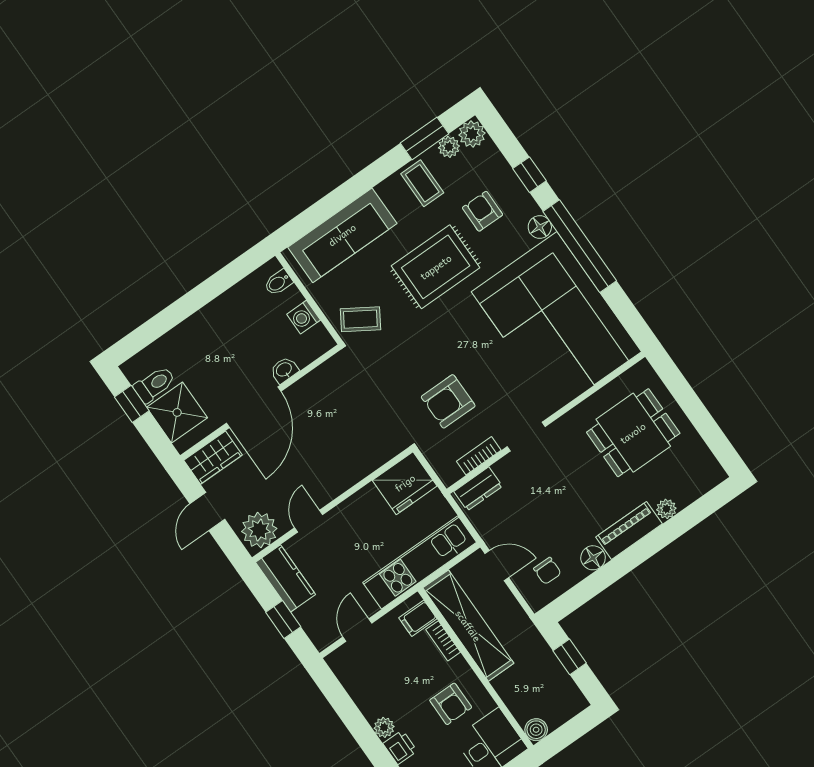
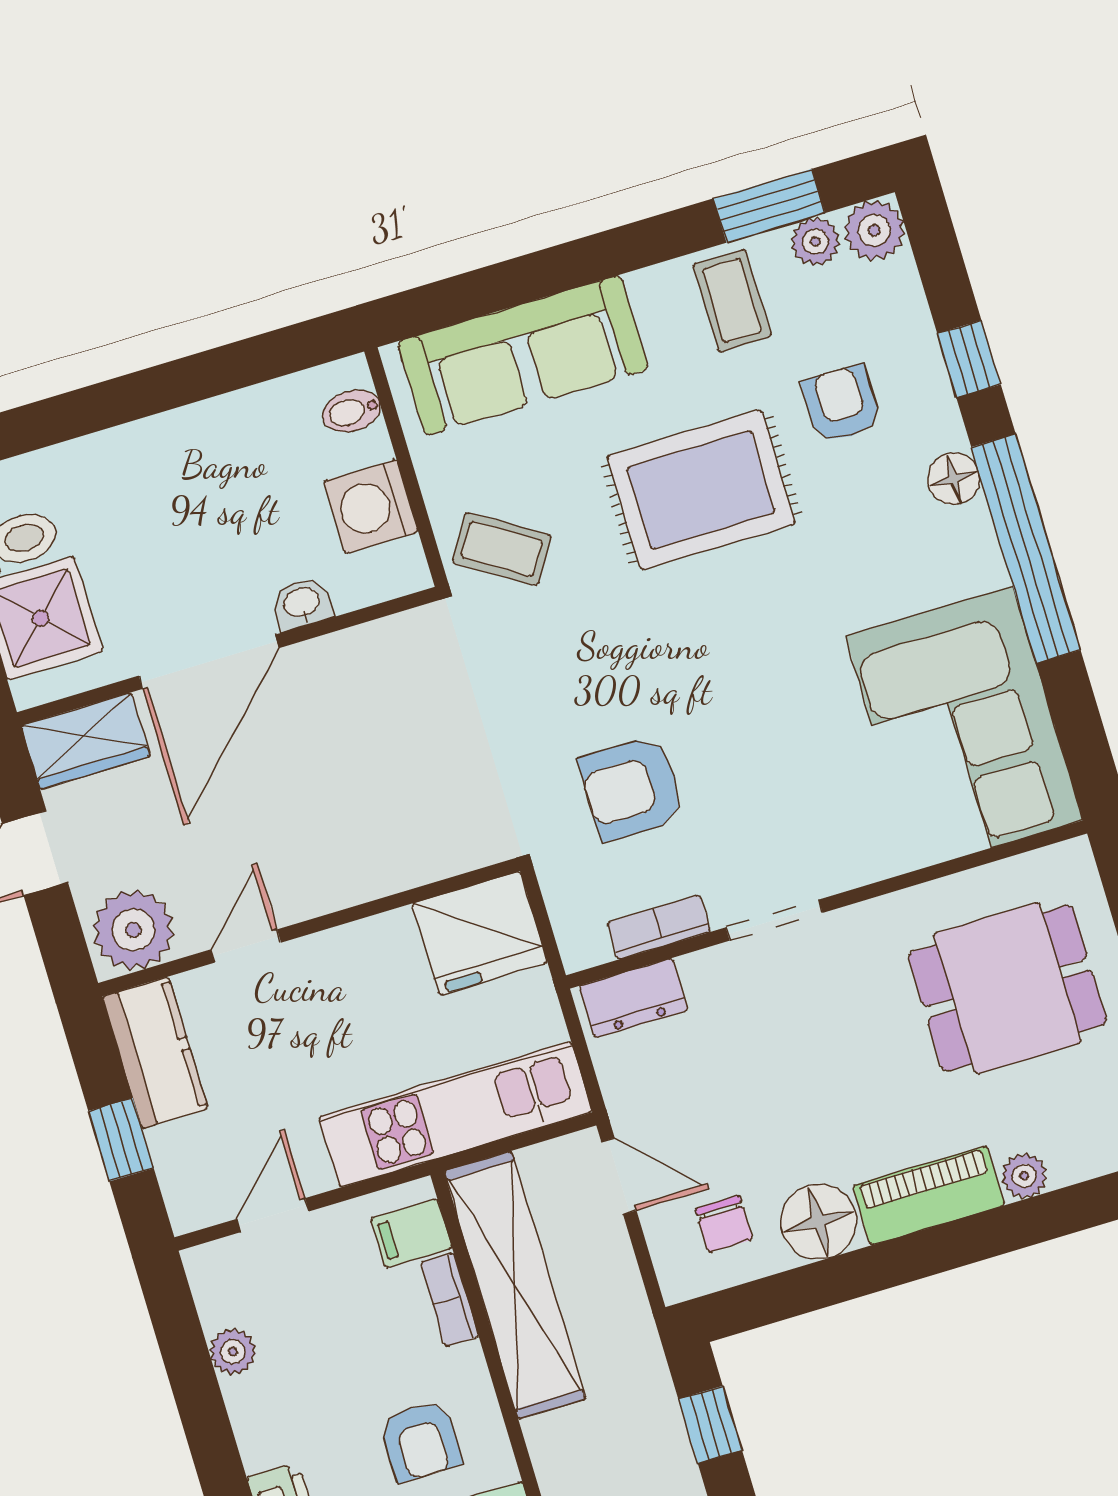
washing machine: (304, 317) -> (371, 507), width x1.38, depth x1.38
corner sofa: (556, 322) -> (964, 728), width x0.73, depth x0.74
floor lamp: (593, 558) -> (819, 1222), width x1.38, depth x1.38
plant: (384, 727) -> (233, 1352), moved

